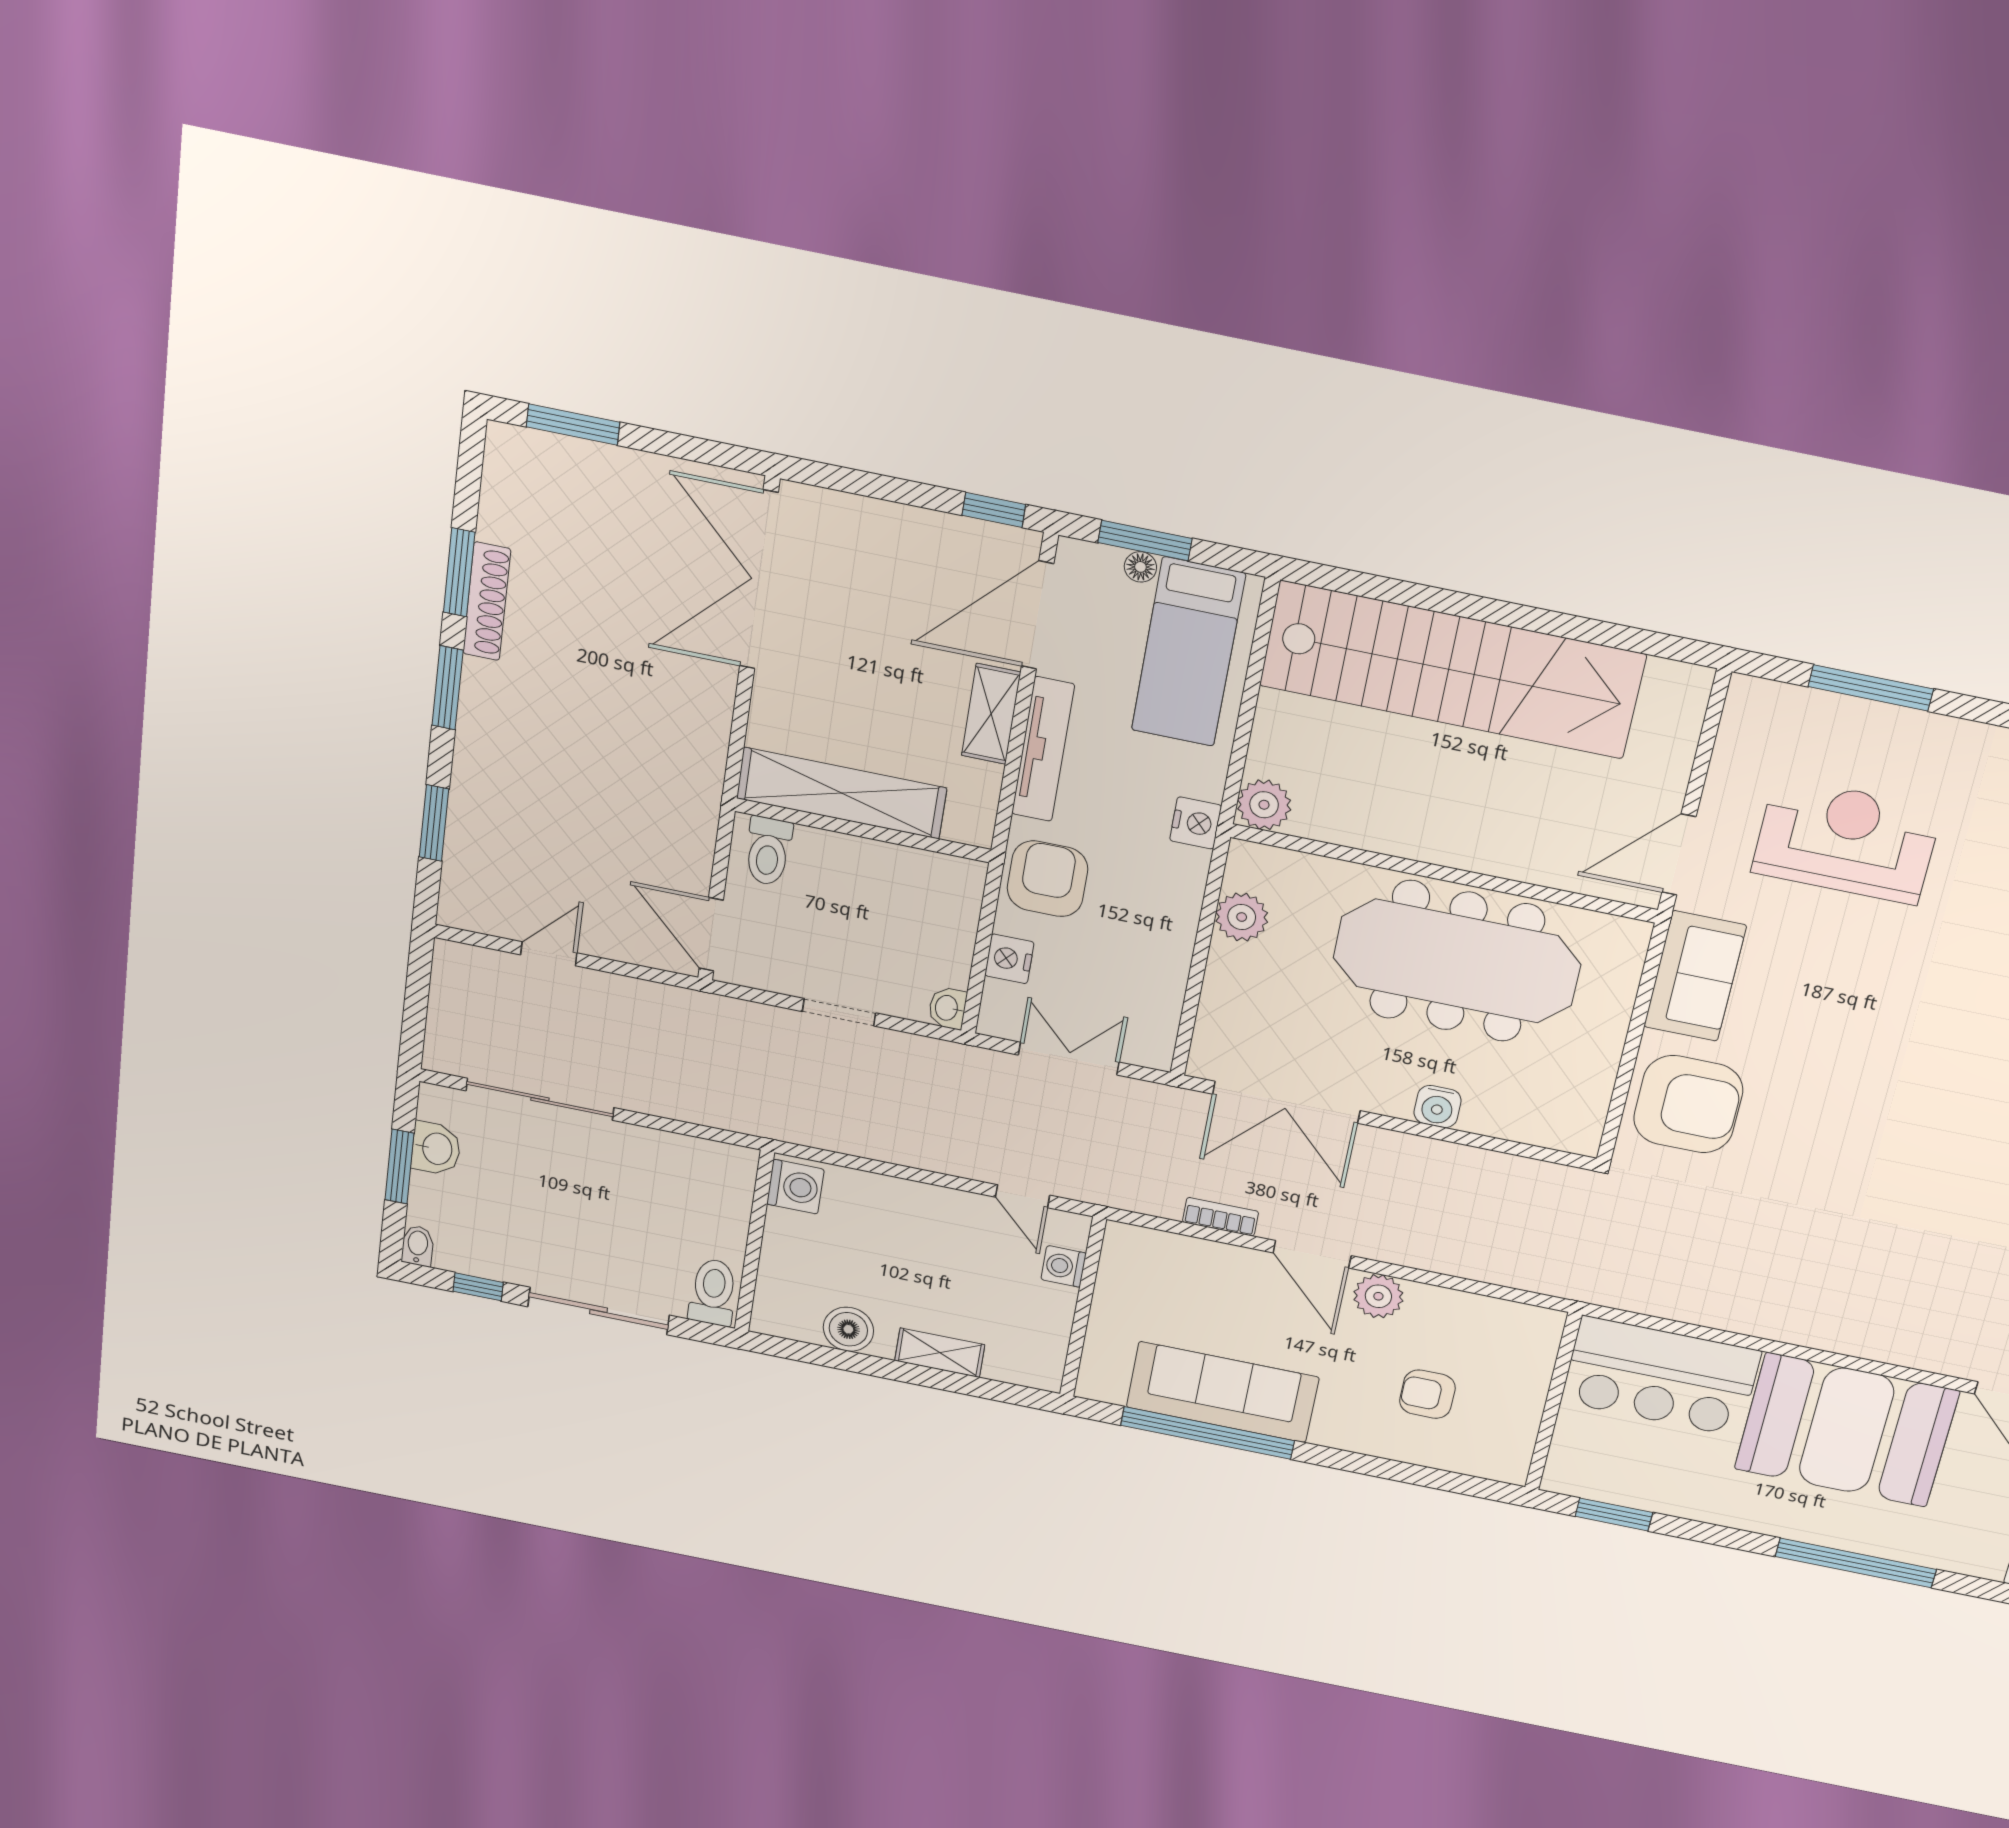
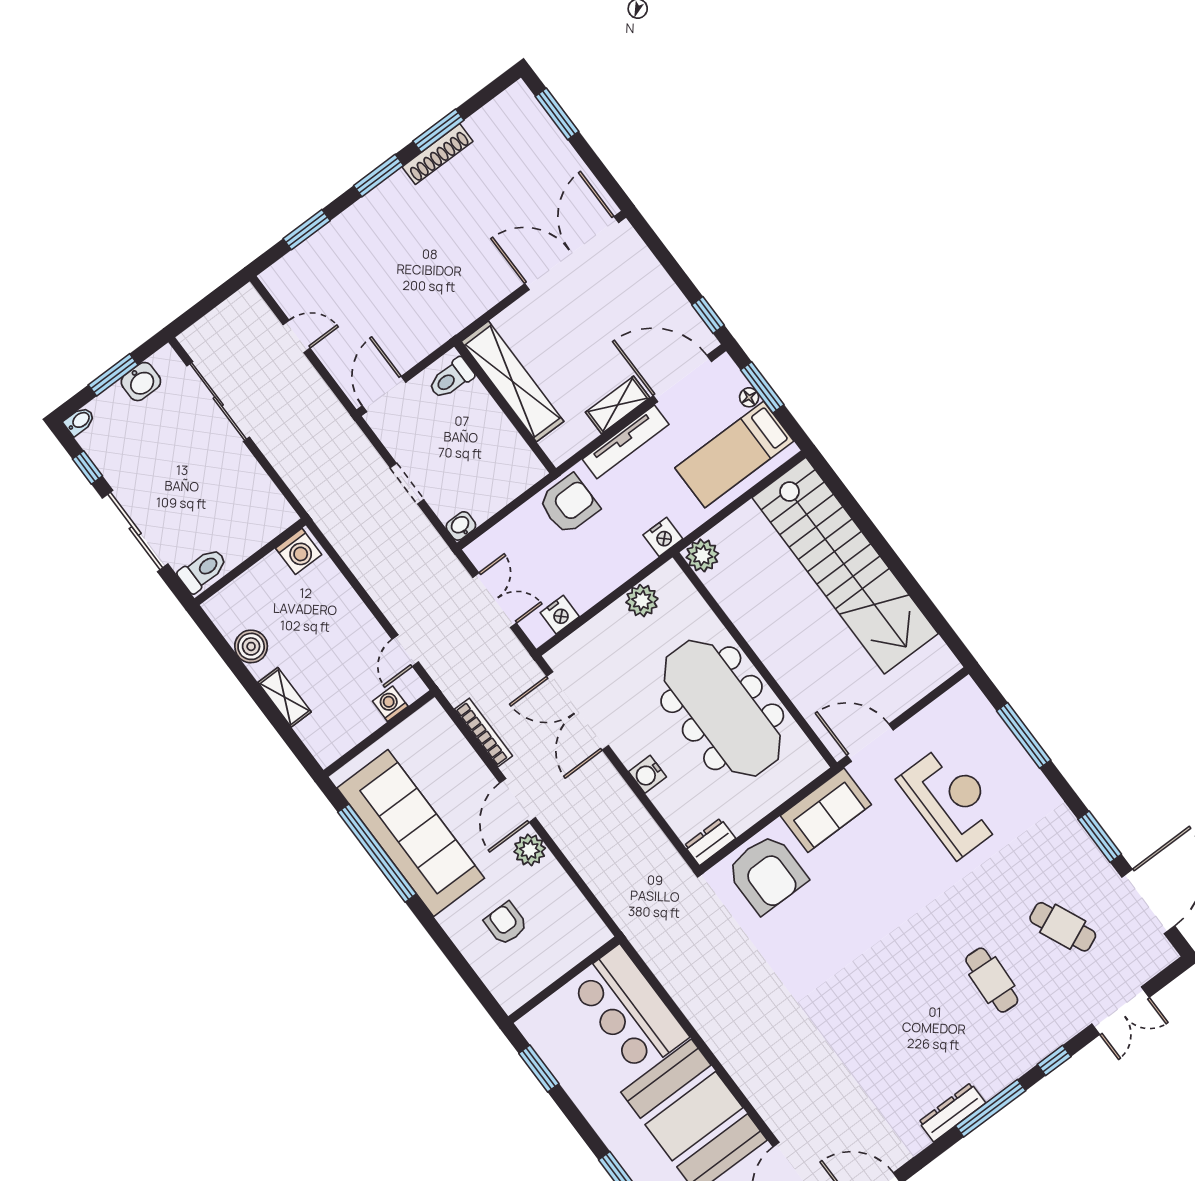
nightstand: (1009, 959) -> (560, 615), moved, turned 180
dresser: (1585, 1123) -> (710, 842), added
bookcase: (1220, 1217) -> (484, 733), width x1.56
sofa: (1223, 1392) -> (411, 833), width x1.36, depth x1.27

